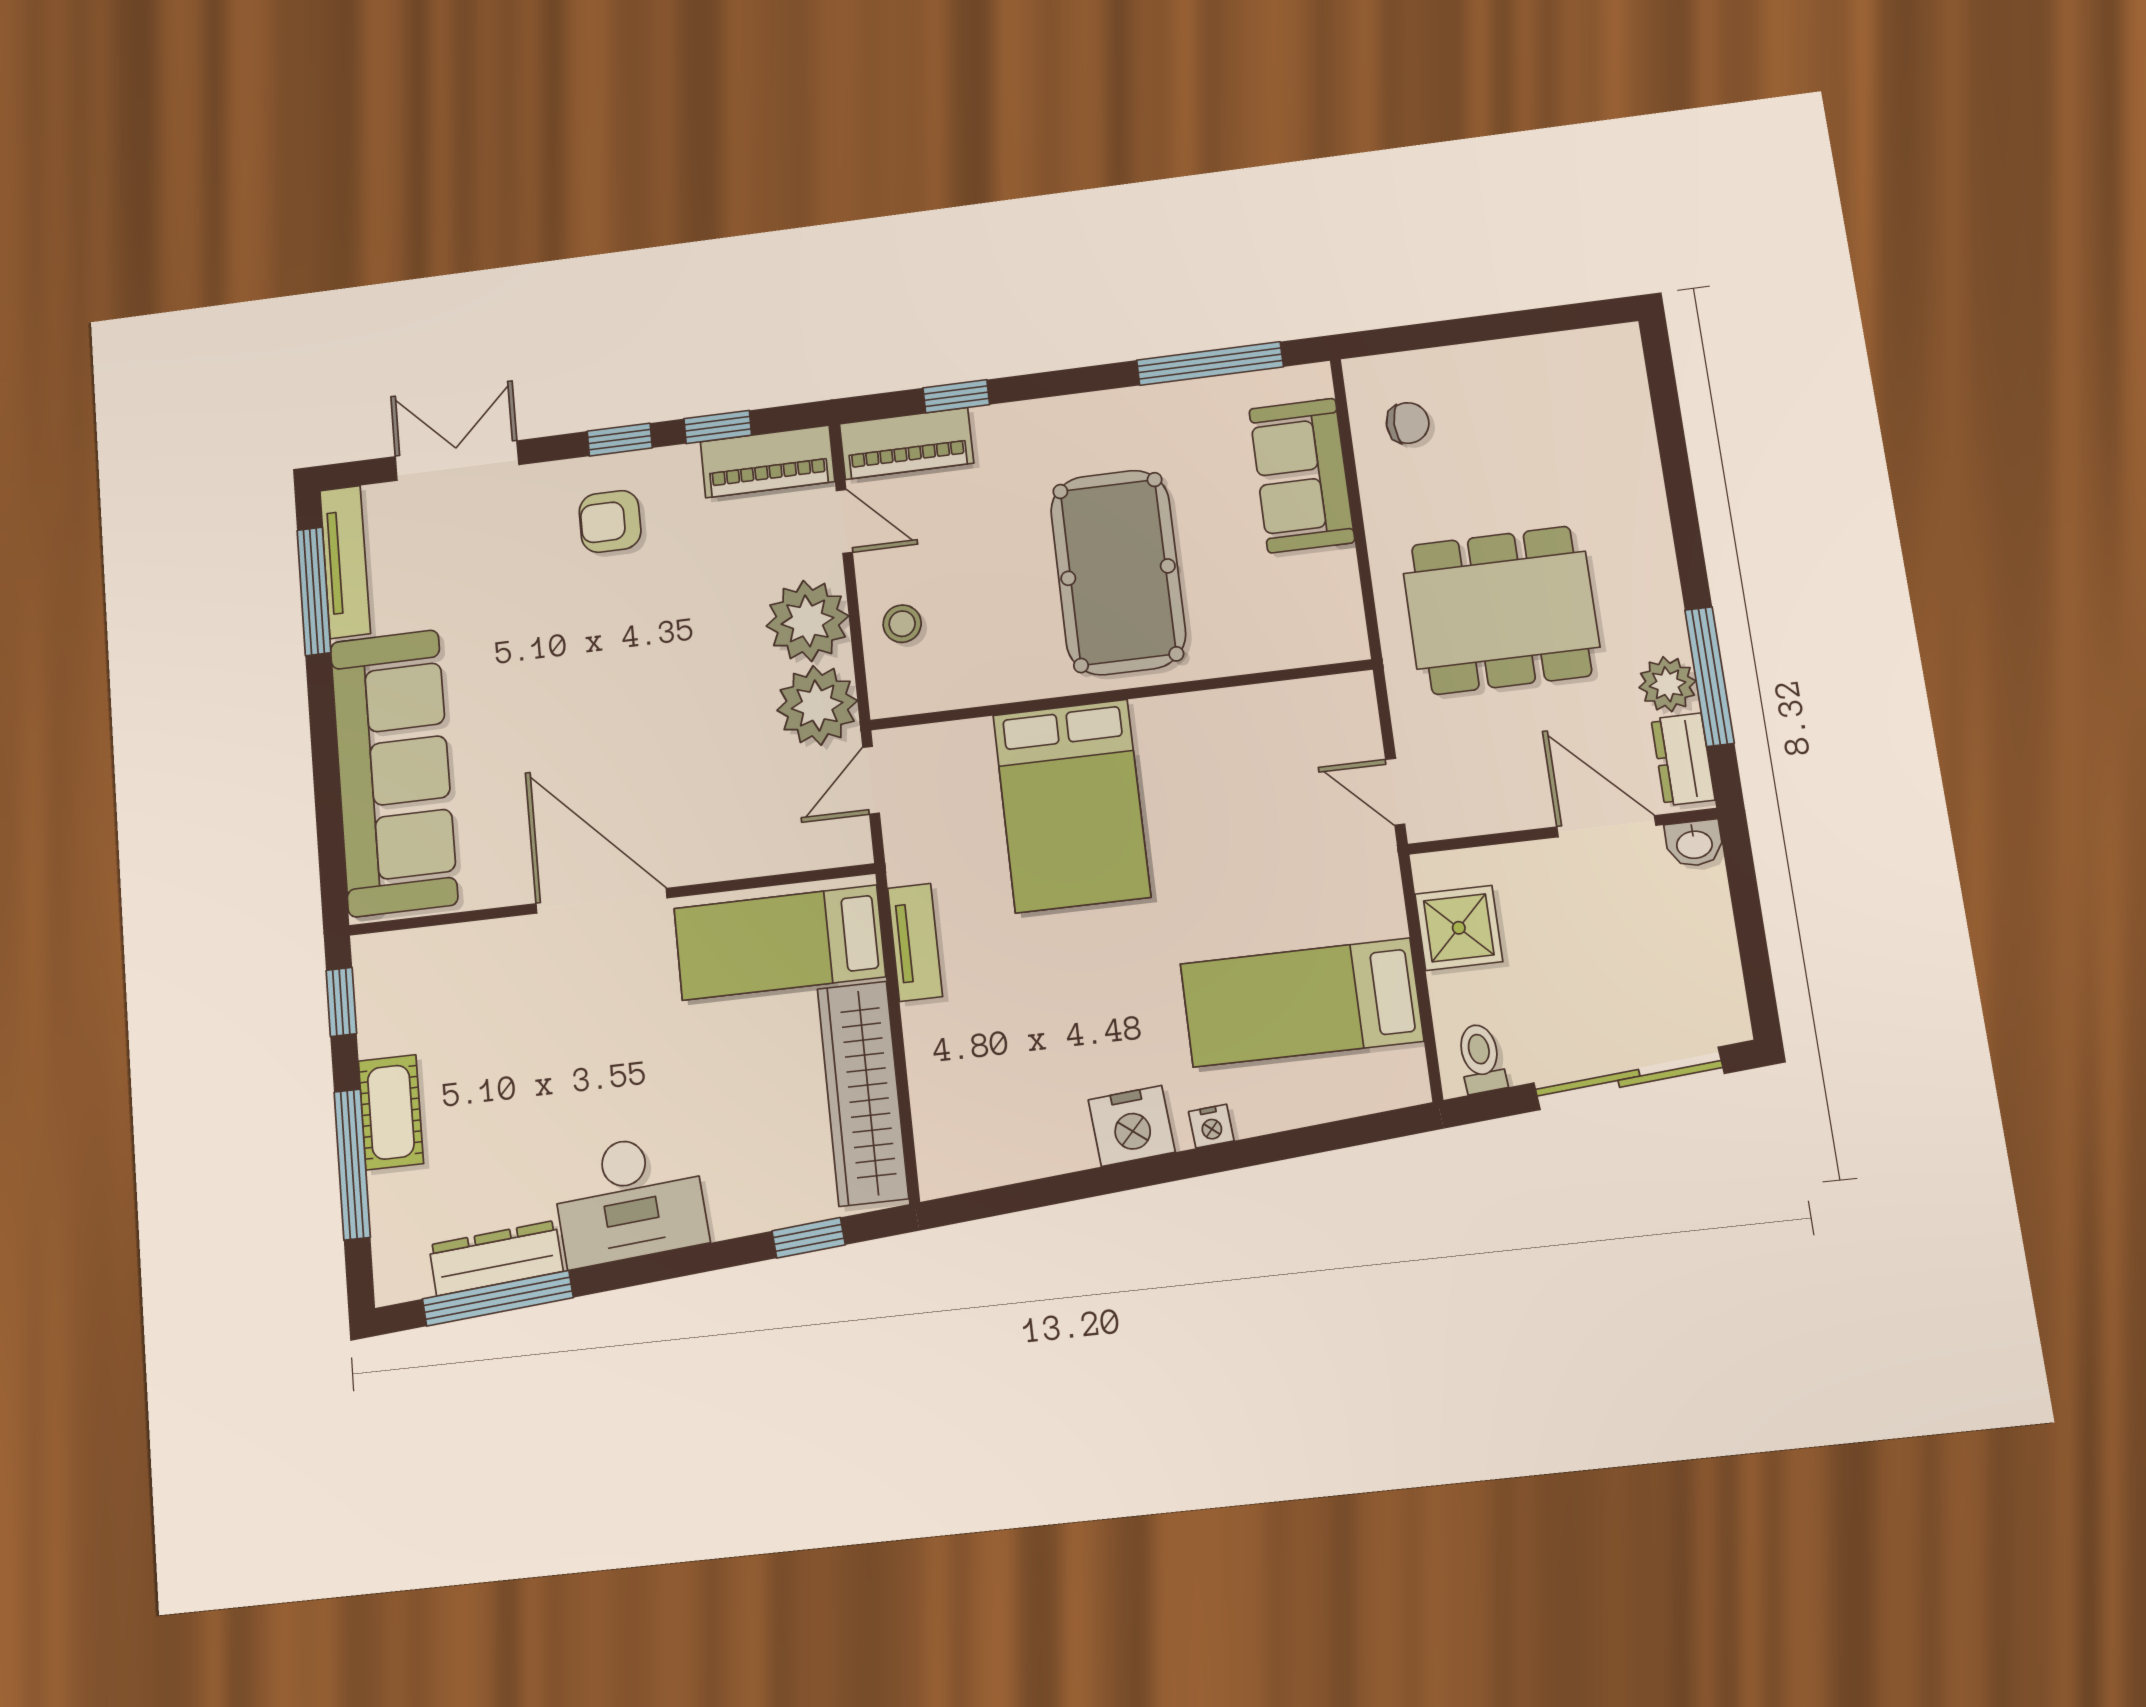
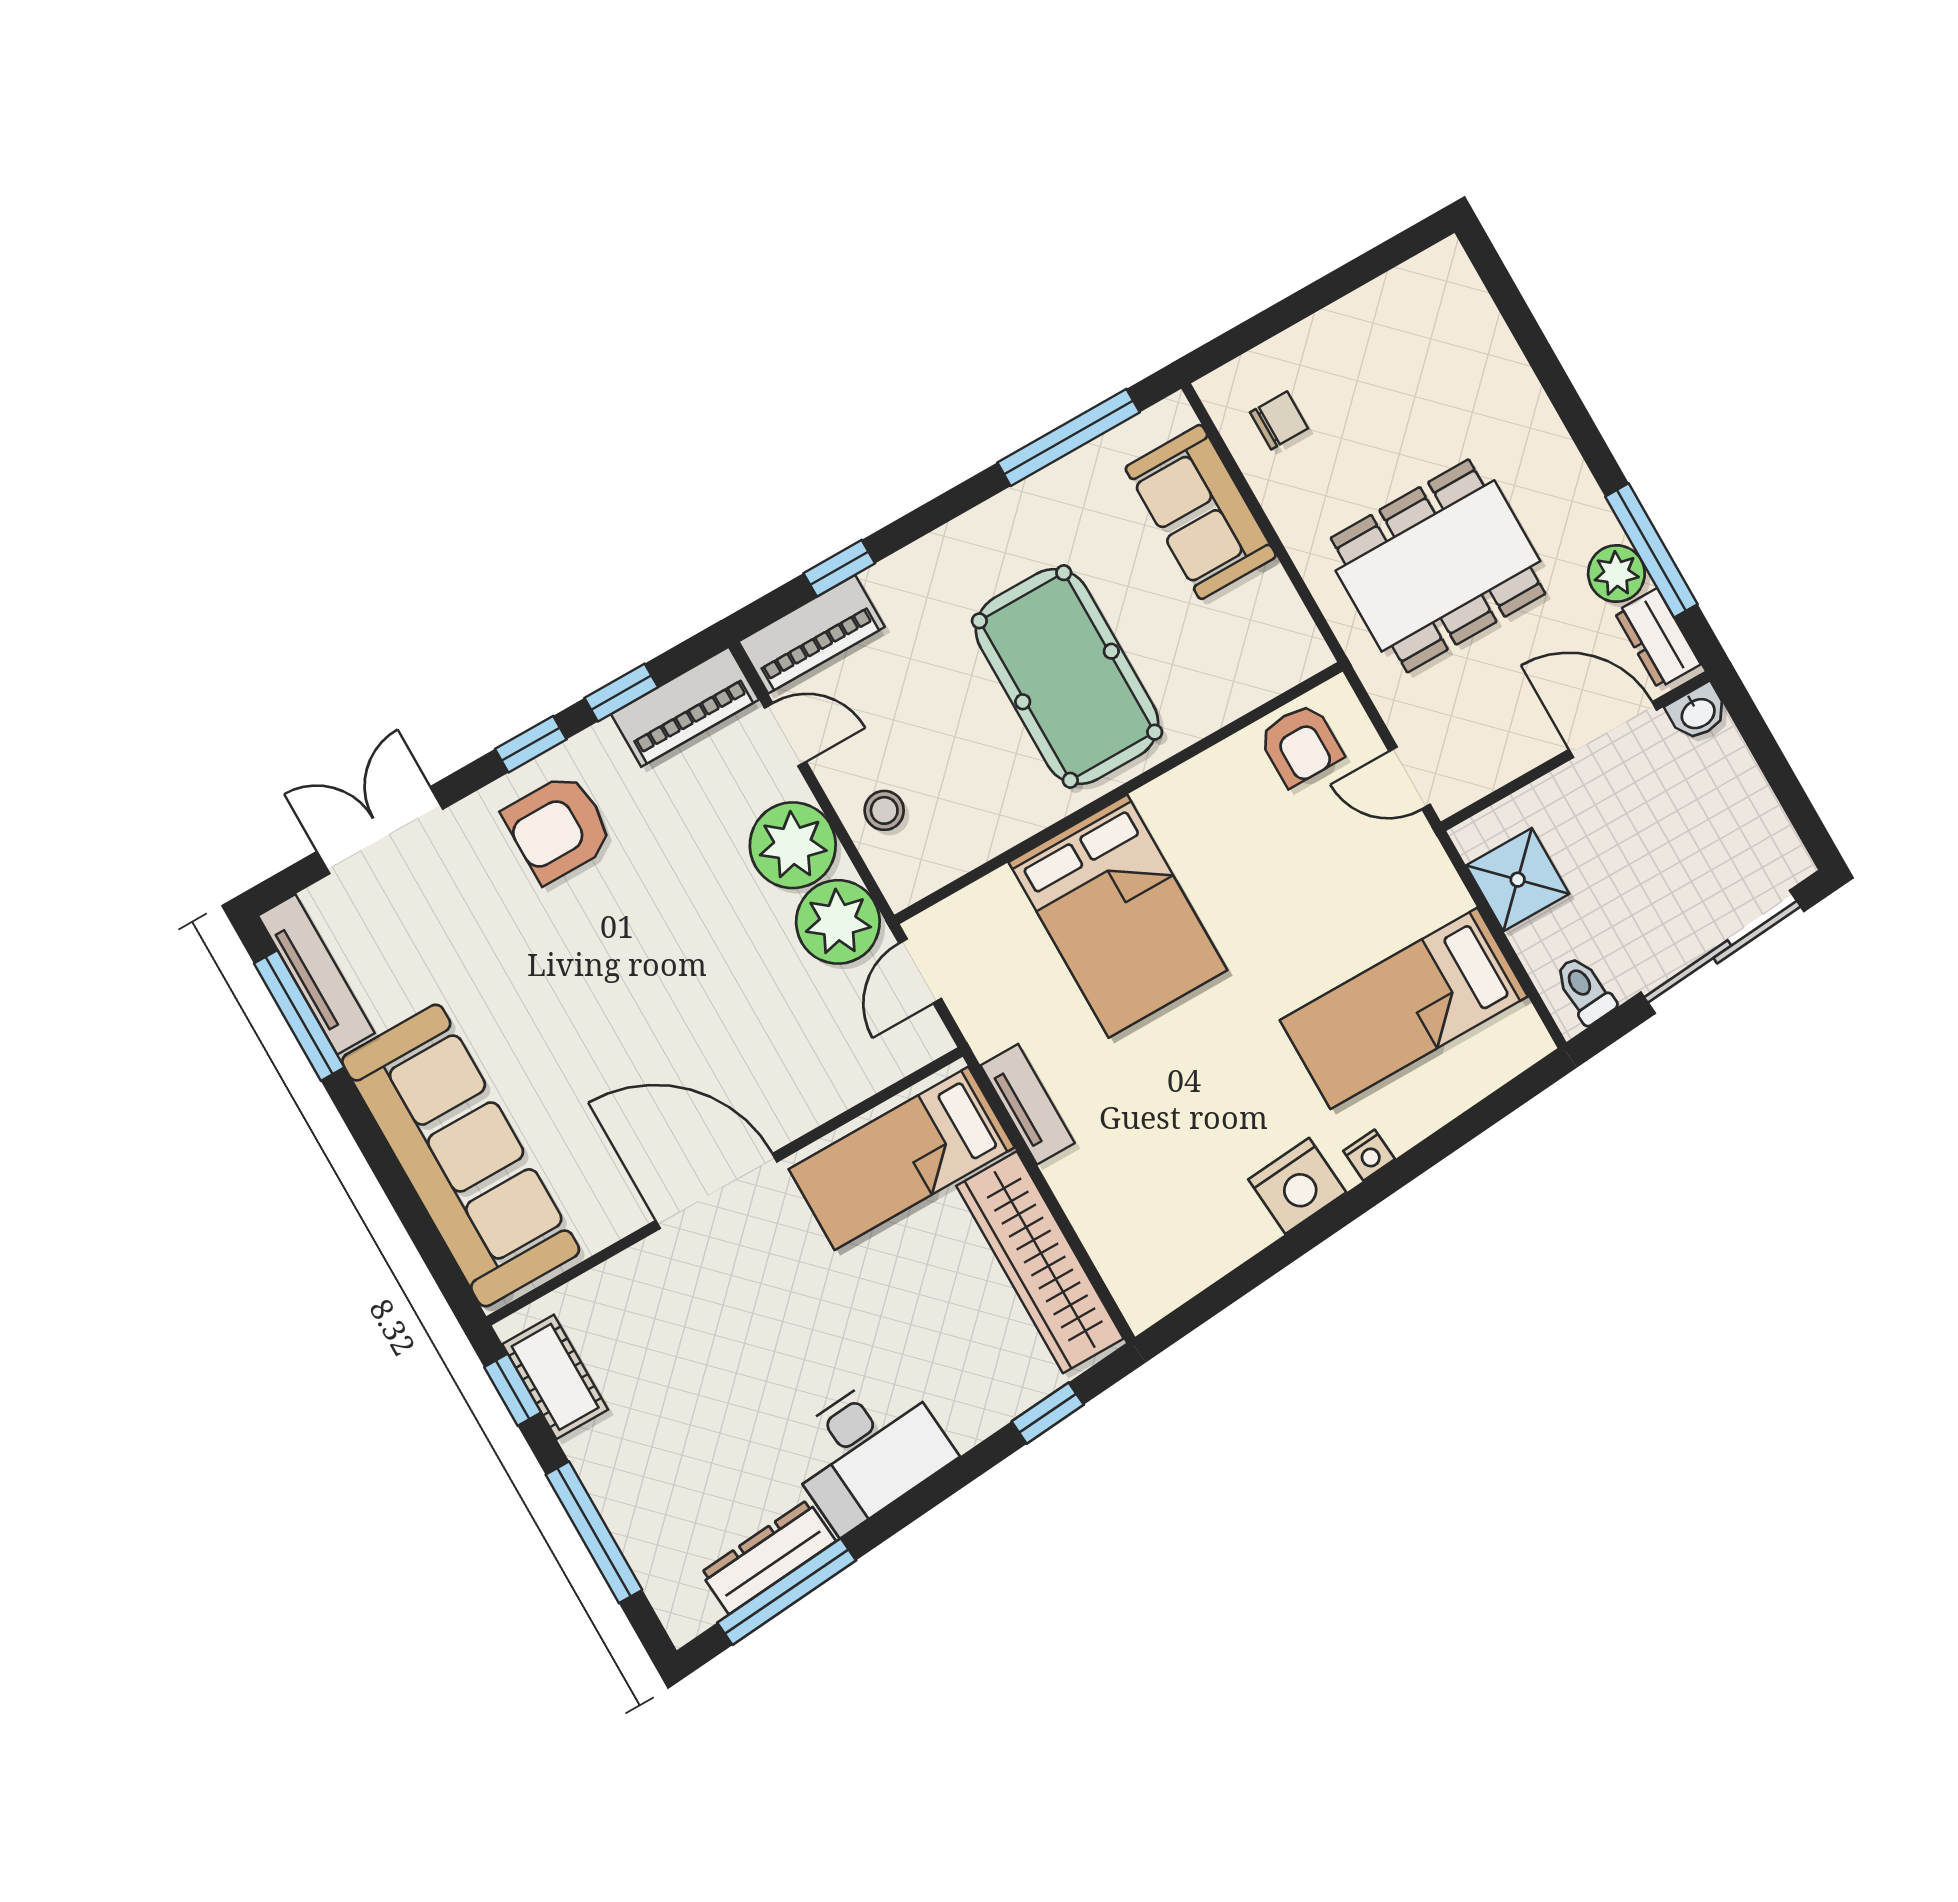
armchair: (610, 521) -> (558, 828), width x1.38, depth x1.38
armchair: (1306, 720) -> (1301, 745), added
cot: (391, 1112) -> (555, 1377), moved

